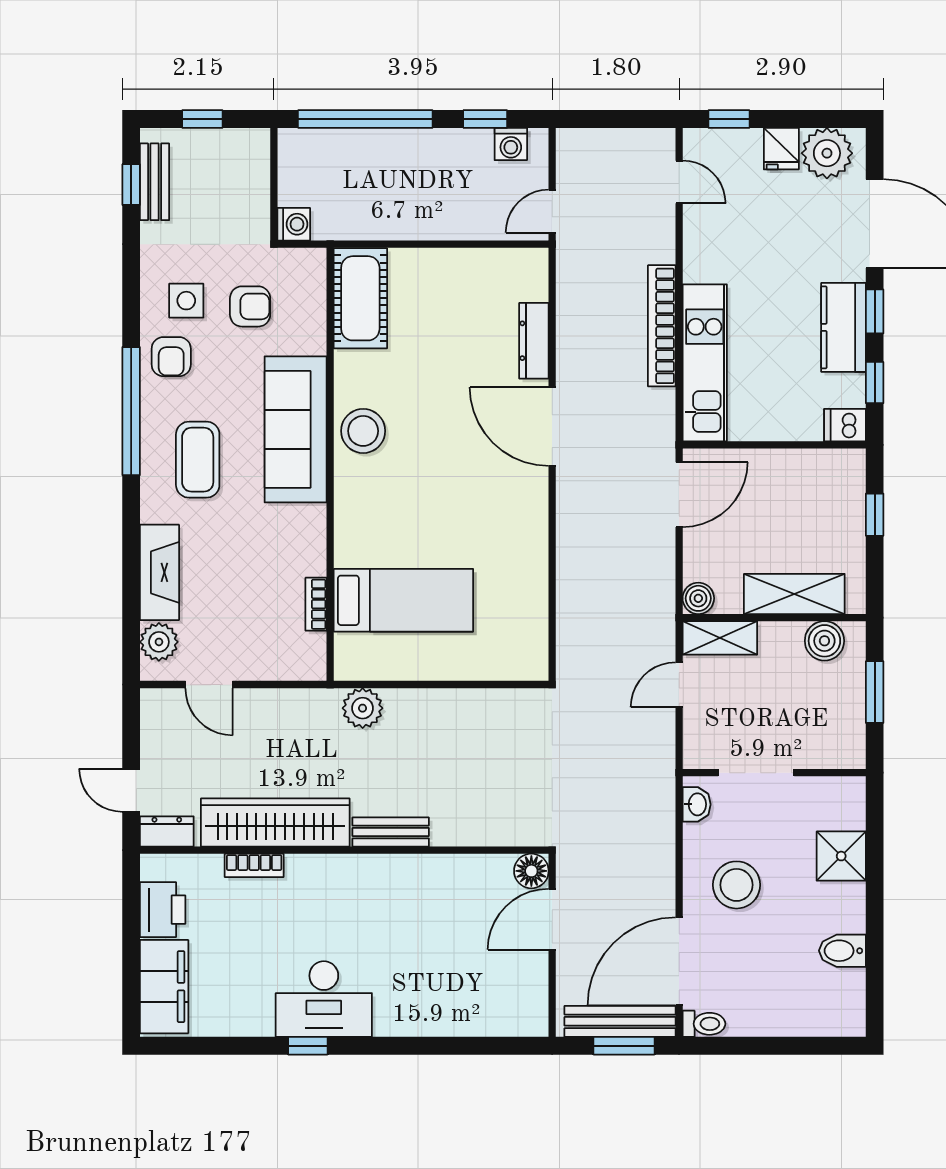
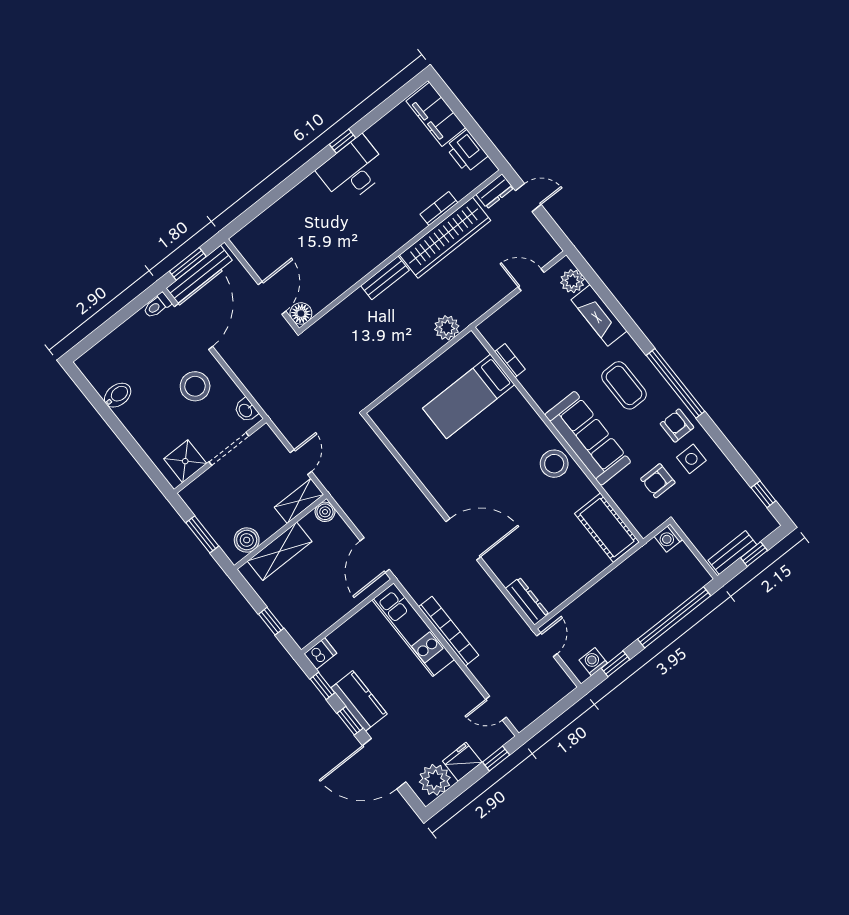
fridge: (781, 149) -> (462, 762), width x1.38
bench: (155, 182) -> (732, 553), moved, turned 90
dresser: (534, 341) -> (527, 601), moved
shower: (841, 856) -> (185, 461), moved

